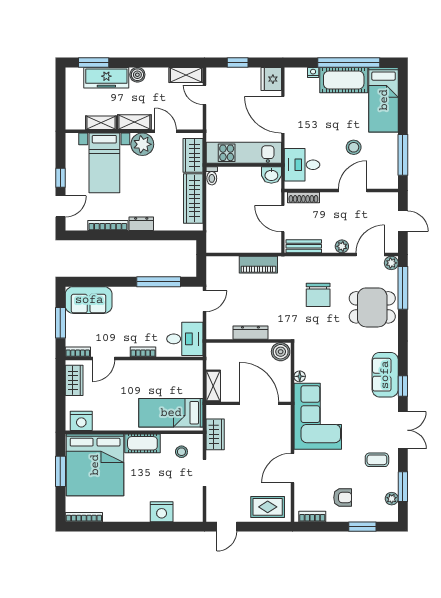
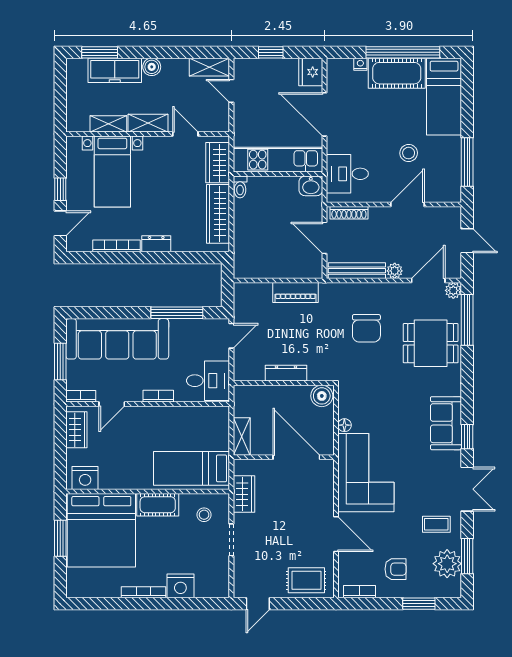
plant: (142, 144) -> (157, 149), removed
bench: (304, 246) -> (357, 271), width x1.36
sofa: (89, 300) -> (117, 339), width x1.85, depth x1.27
door: (293, 468) -> (336, 534), swing flipped
plant: (392, 499) -> (447, 564), width x1.88, depth x1.88
bookcase: (84, 517) -> (143, 592), moved

